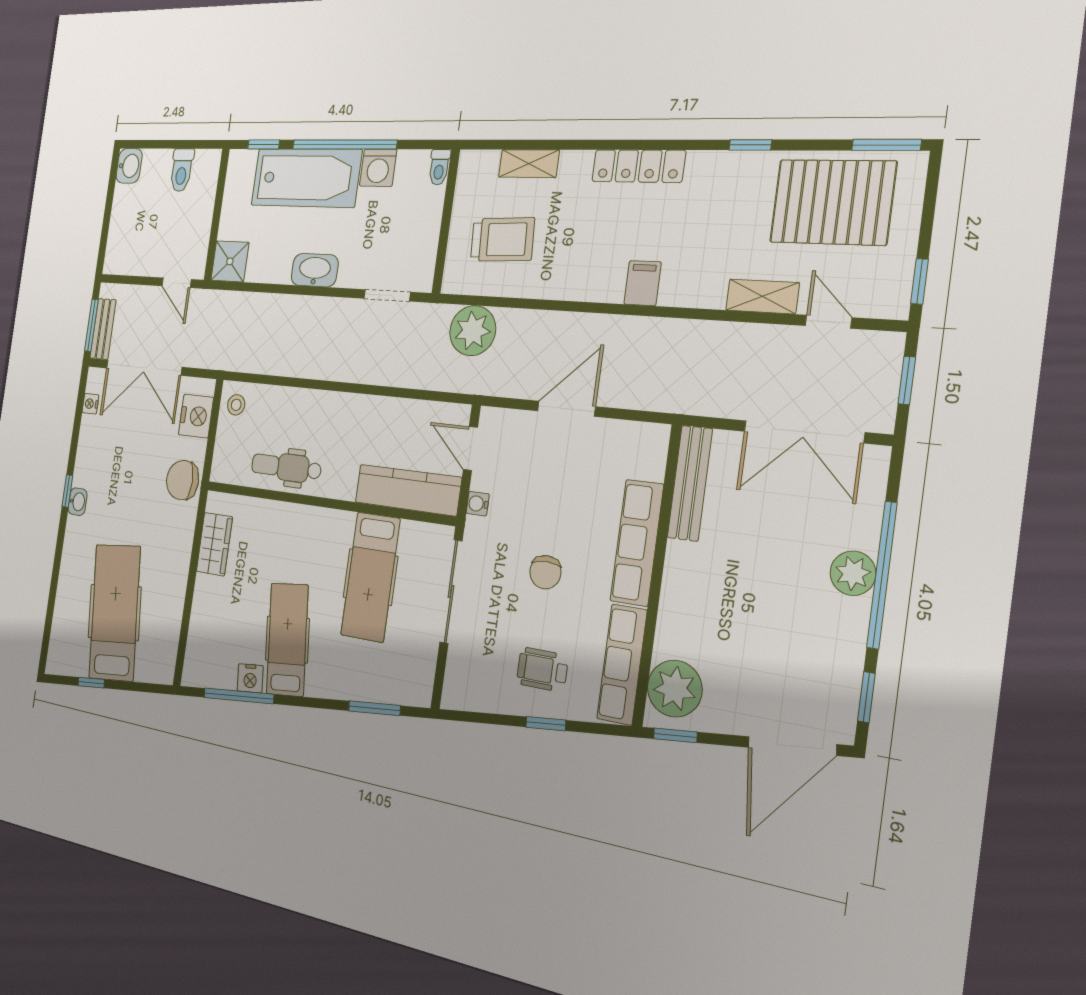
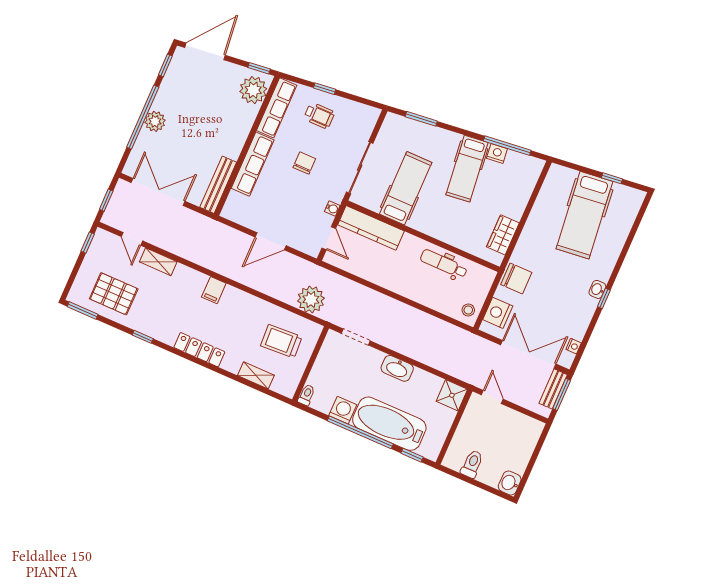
pallet: (833, 202) -> (114, 294), width x0.73, depth x0.71
dental chair: (286, 467) -> (444, 264), turned 180

